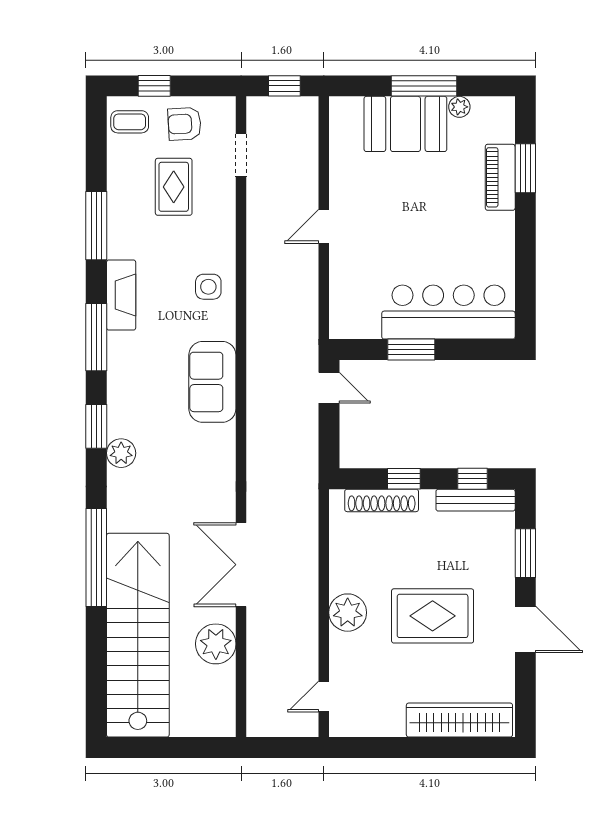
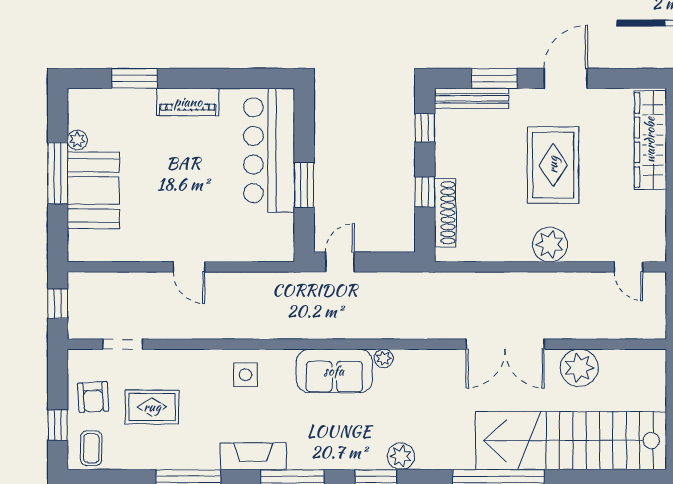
piano: (500, 177) -> (188, 102), moved
plant: (226, 435) -> (384, 358), added
bench: (476, 500) -> (471, 98), moved, turned 90

